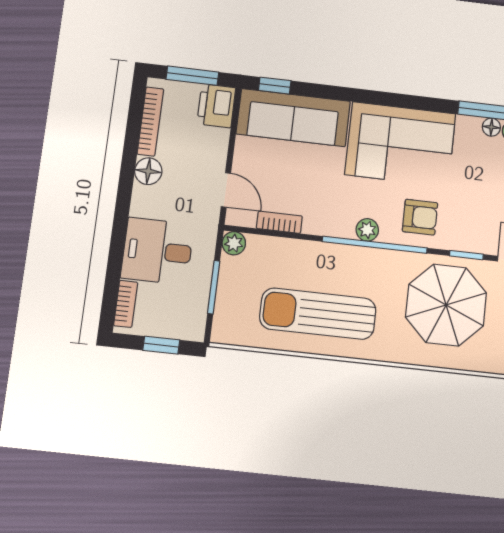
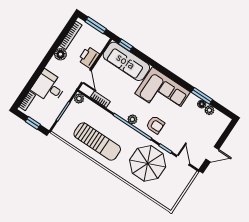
printer: (216, 106) -> (89, 57), moved
sun lounger: (318, 314) -> (97, 142), turned 180

